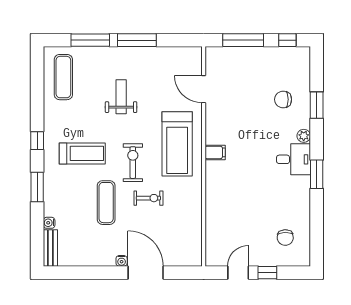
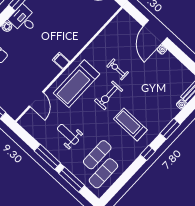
weight bench: (121, 97) -> (68, 134), moved, turned 90
treadmill: (177, 144) -> (77, 84), turned 180
exercise mat: (106, 203) -> (97, 155), moved

